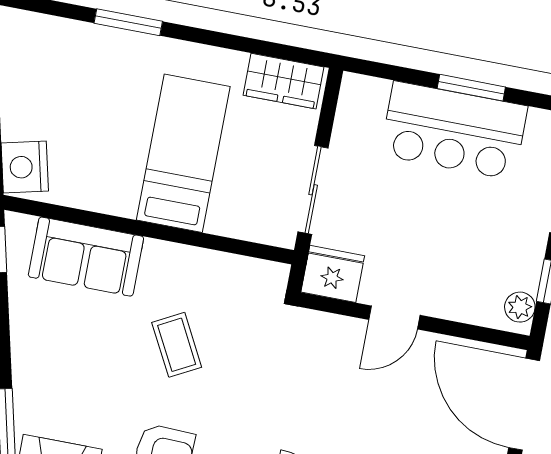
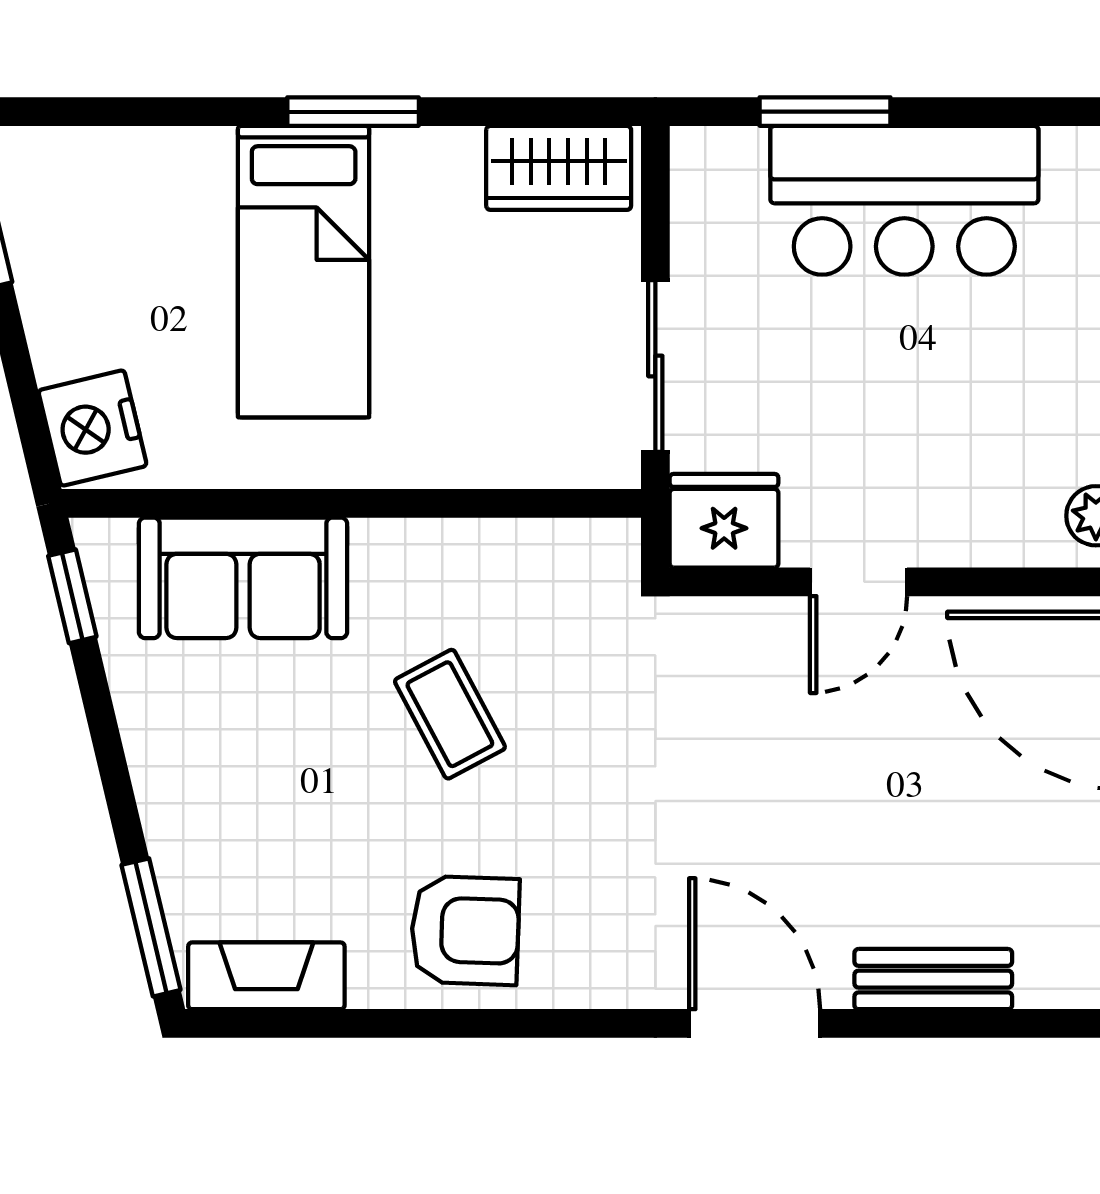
window: (128, 22) -> (353, 112), moved
window: (471, 88) -> (825, 112), moved
bed: (183, 153) -> (304, 272), moved, turned 180

